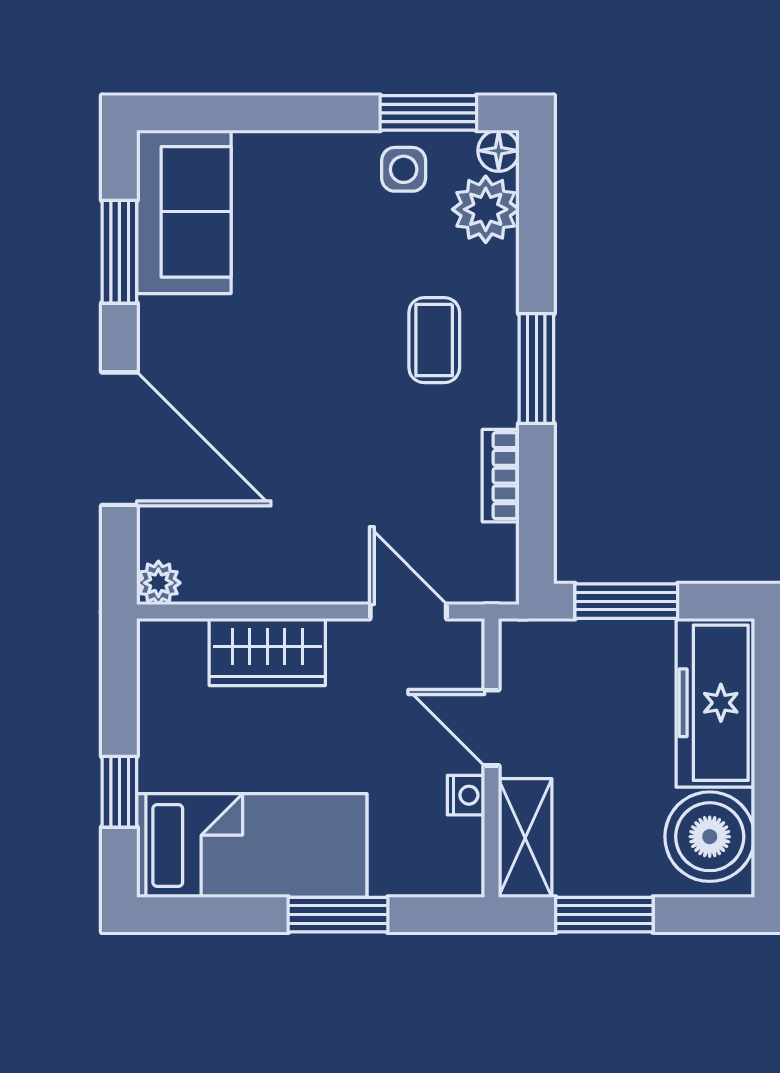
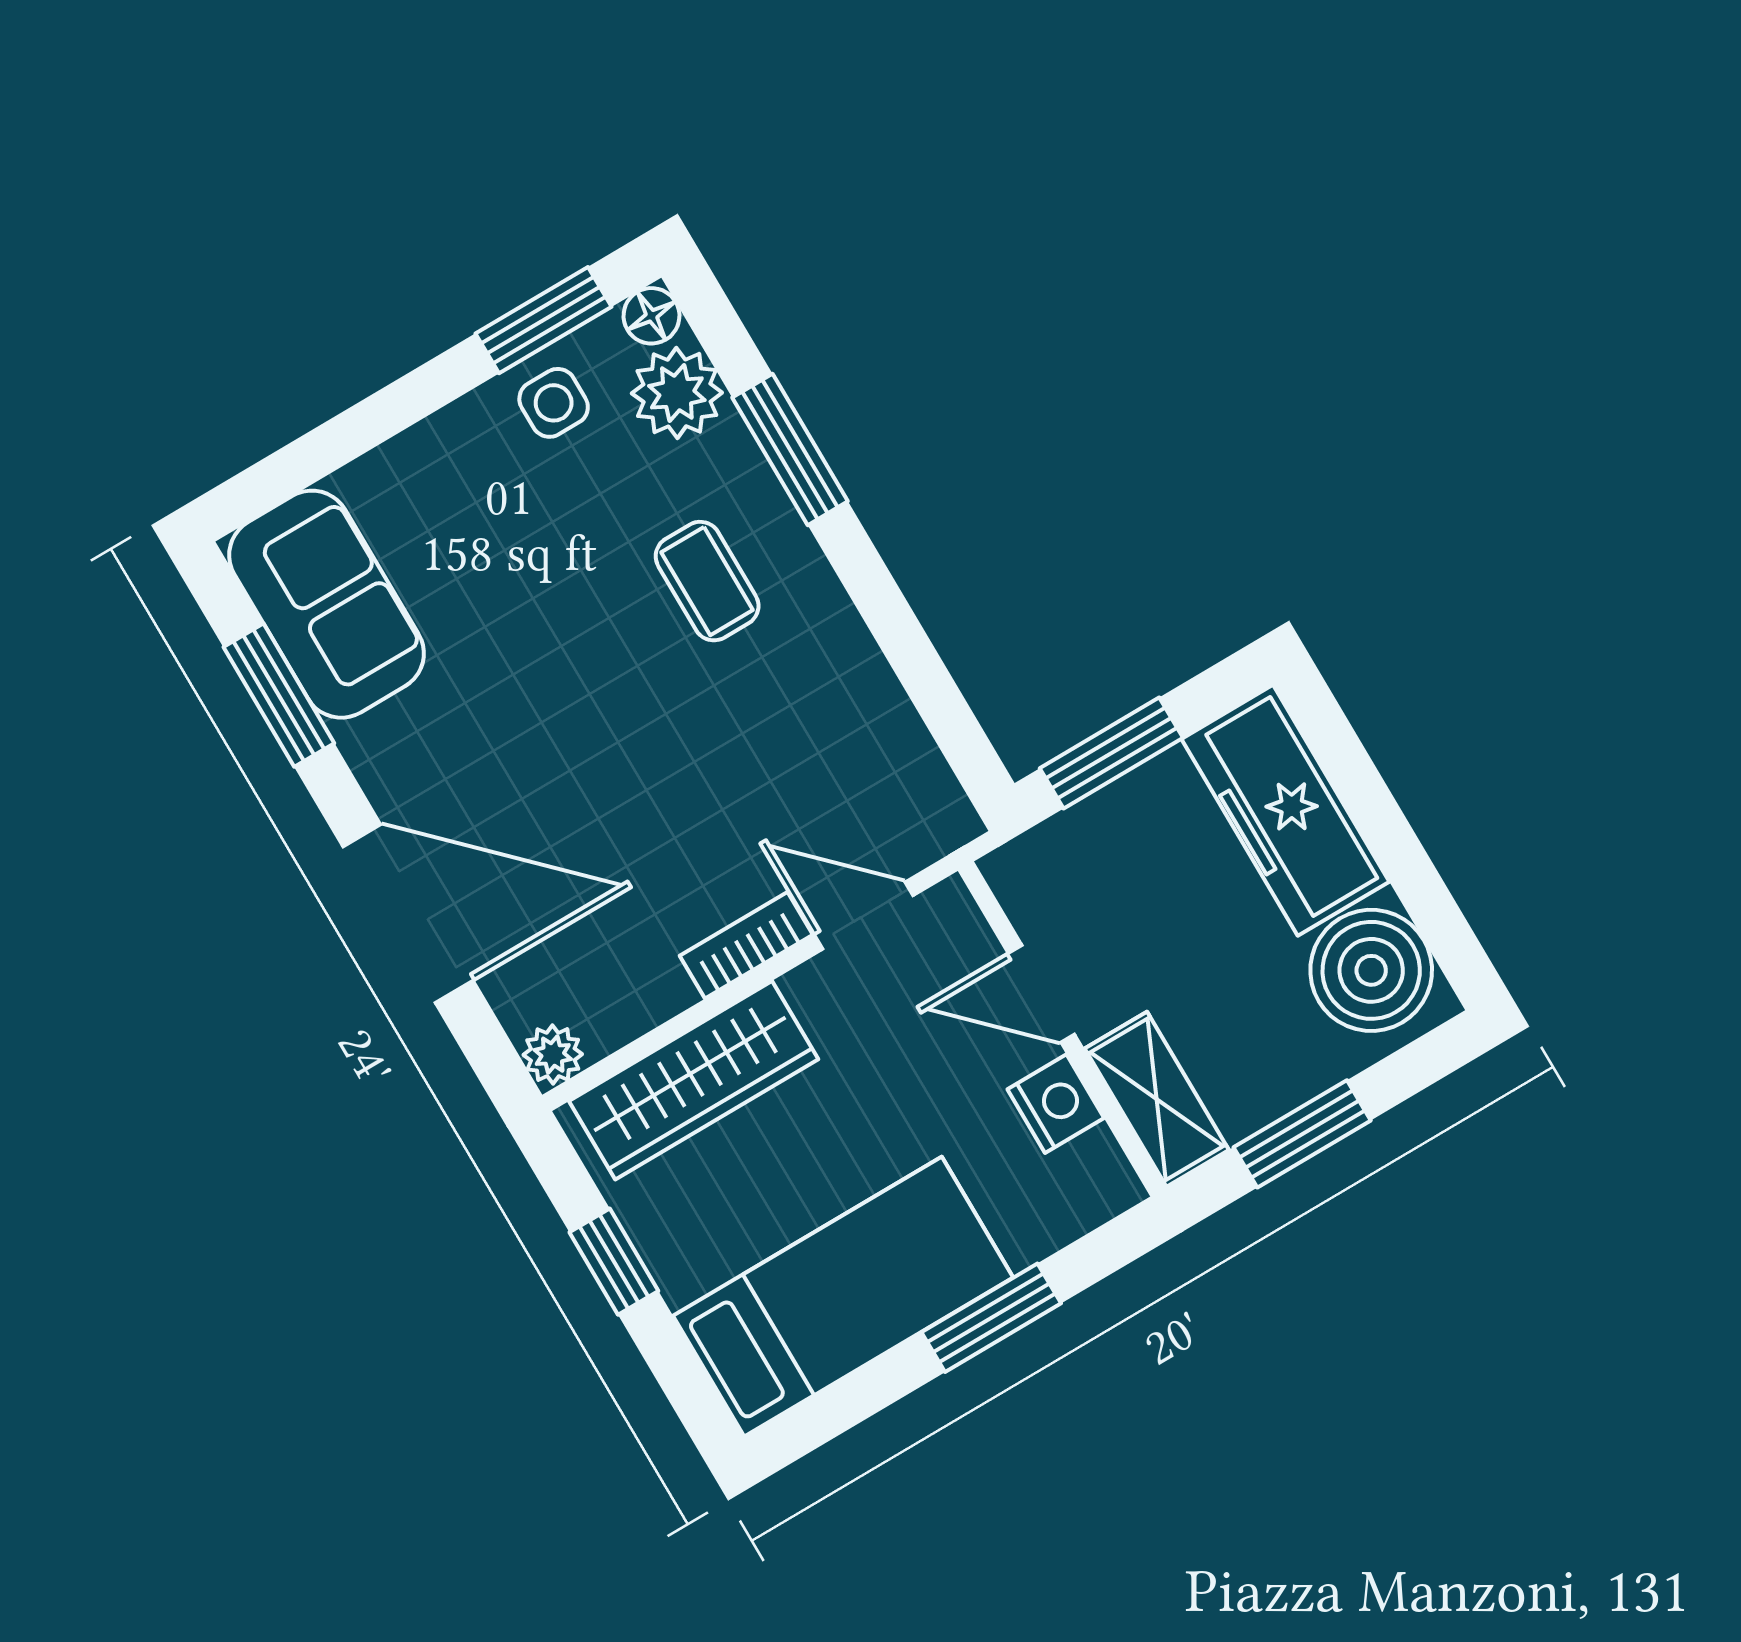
window: (536, 369) -> (790, 449), moved
bookcase: (501, 476) -> (746, 945), moved, turned 90
wardrobe: (267, 652) -> (694, 1080), width x1.50
window: (119, 792) -> (614, 1262), moved
nightstand: (466, 795) -> (1056, 1104), width x1.39, depth x1.35

